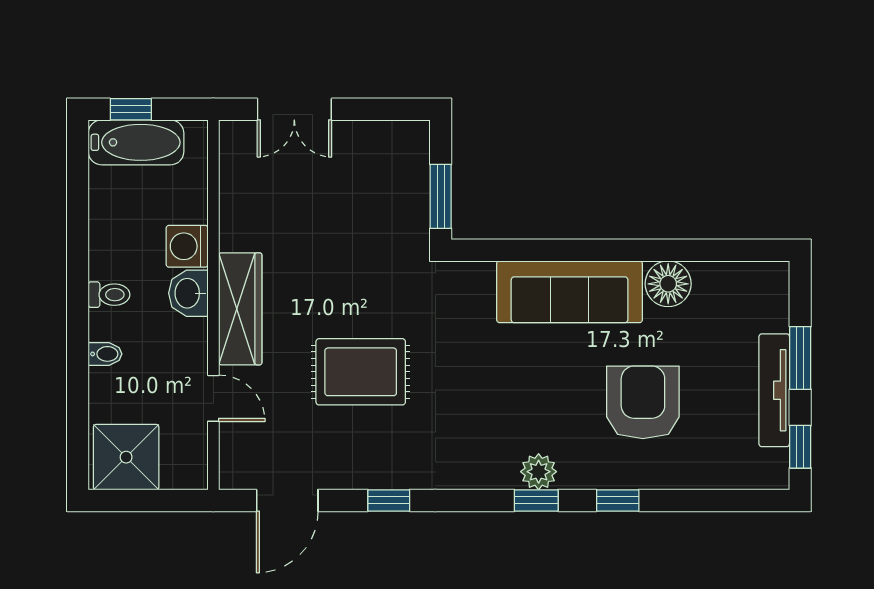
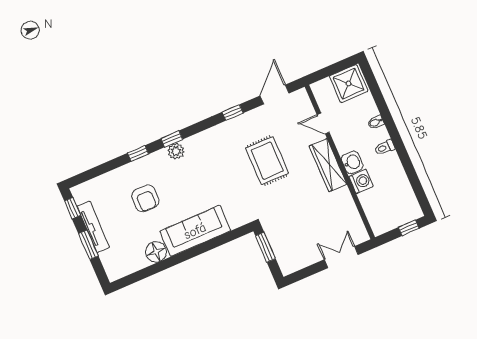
bathtub: (136, 142) -> (401, 215), removed
rug: (361, 372) -> (267, 161), turned 90
armchair: (643, 402) -> (145, 198), width x0.73, depth x0.73

